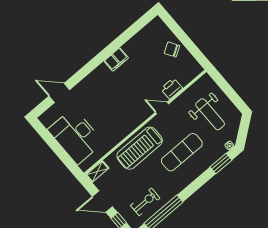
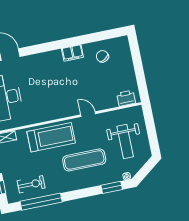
chair: (172, 49) -> (102, 56), moved
printer: (172, 89) -> (126, 98), moved
treadmill: (140, 148) -> (51, 137), turned 180

